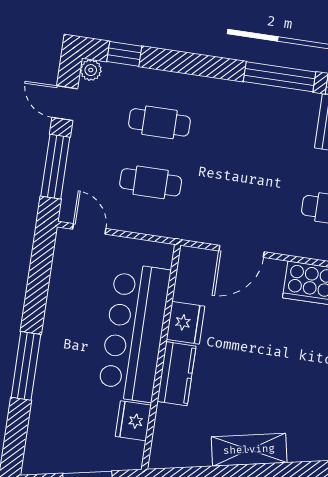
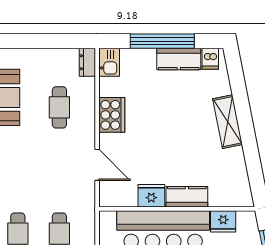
shelving: (249, 450) -> (228, 122), moved

